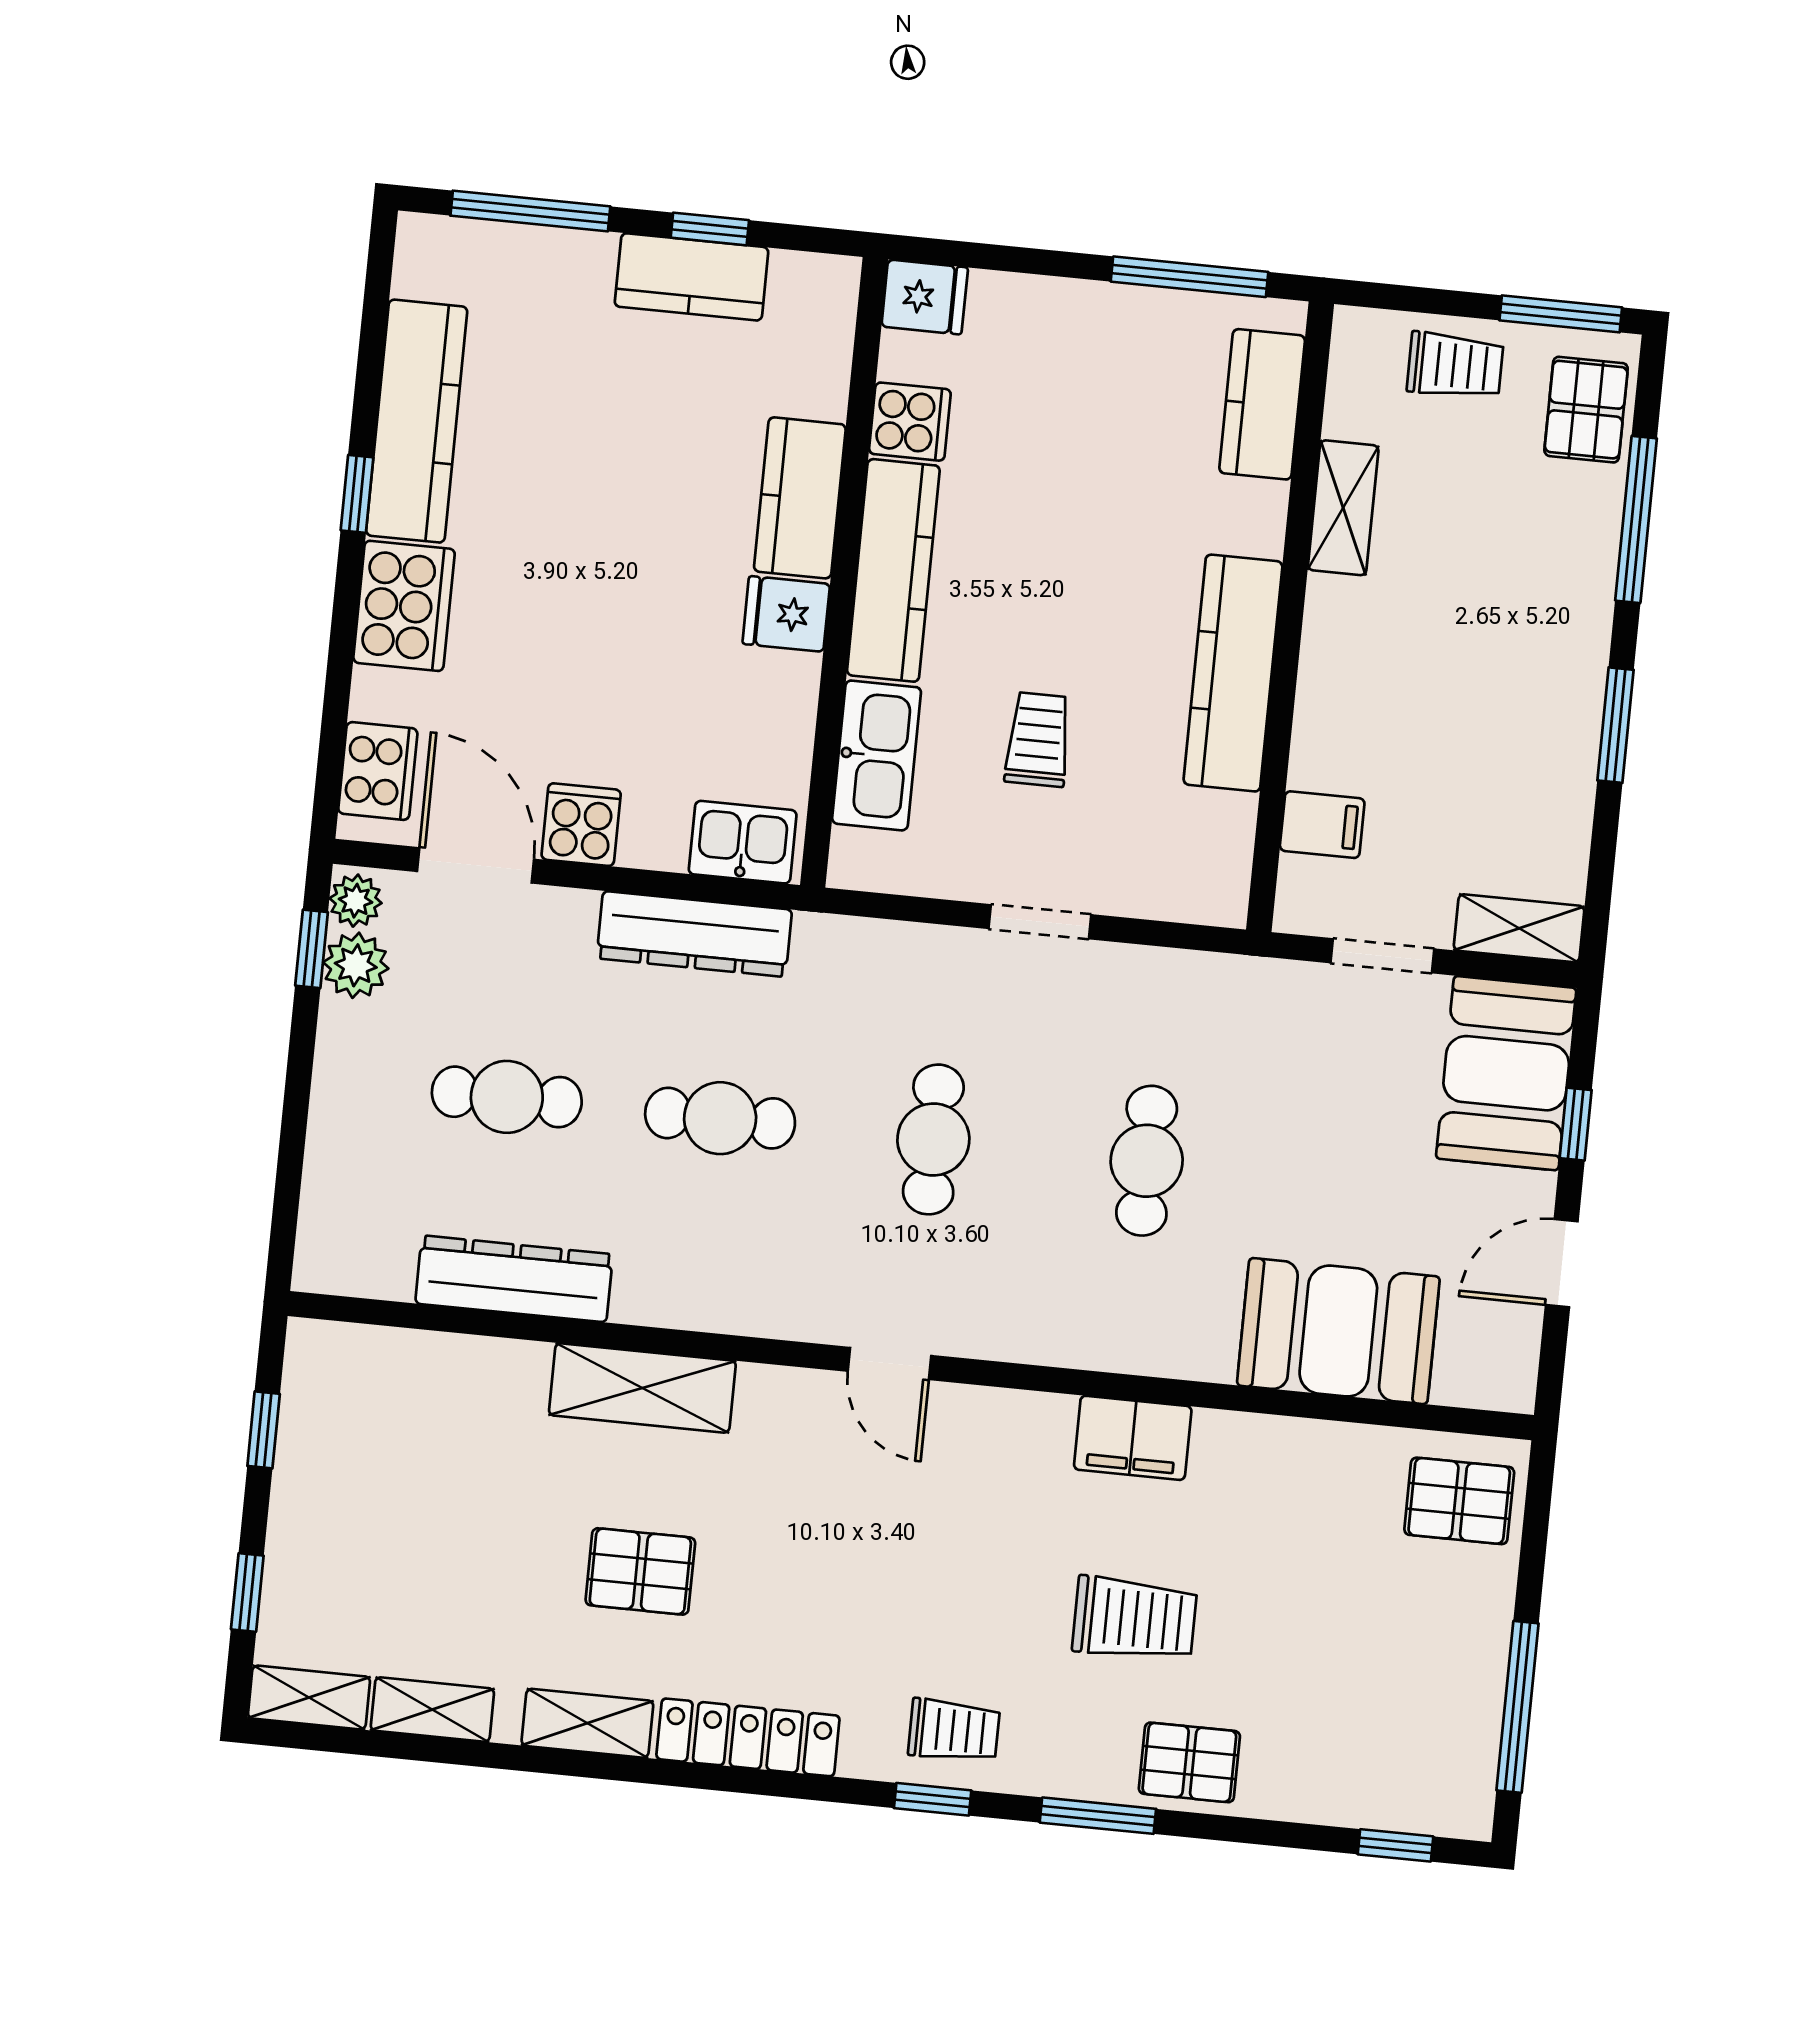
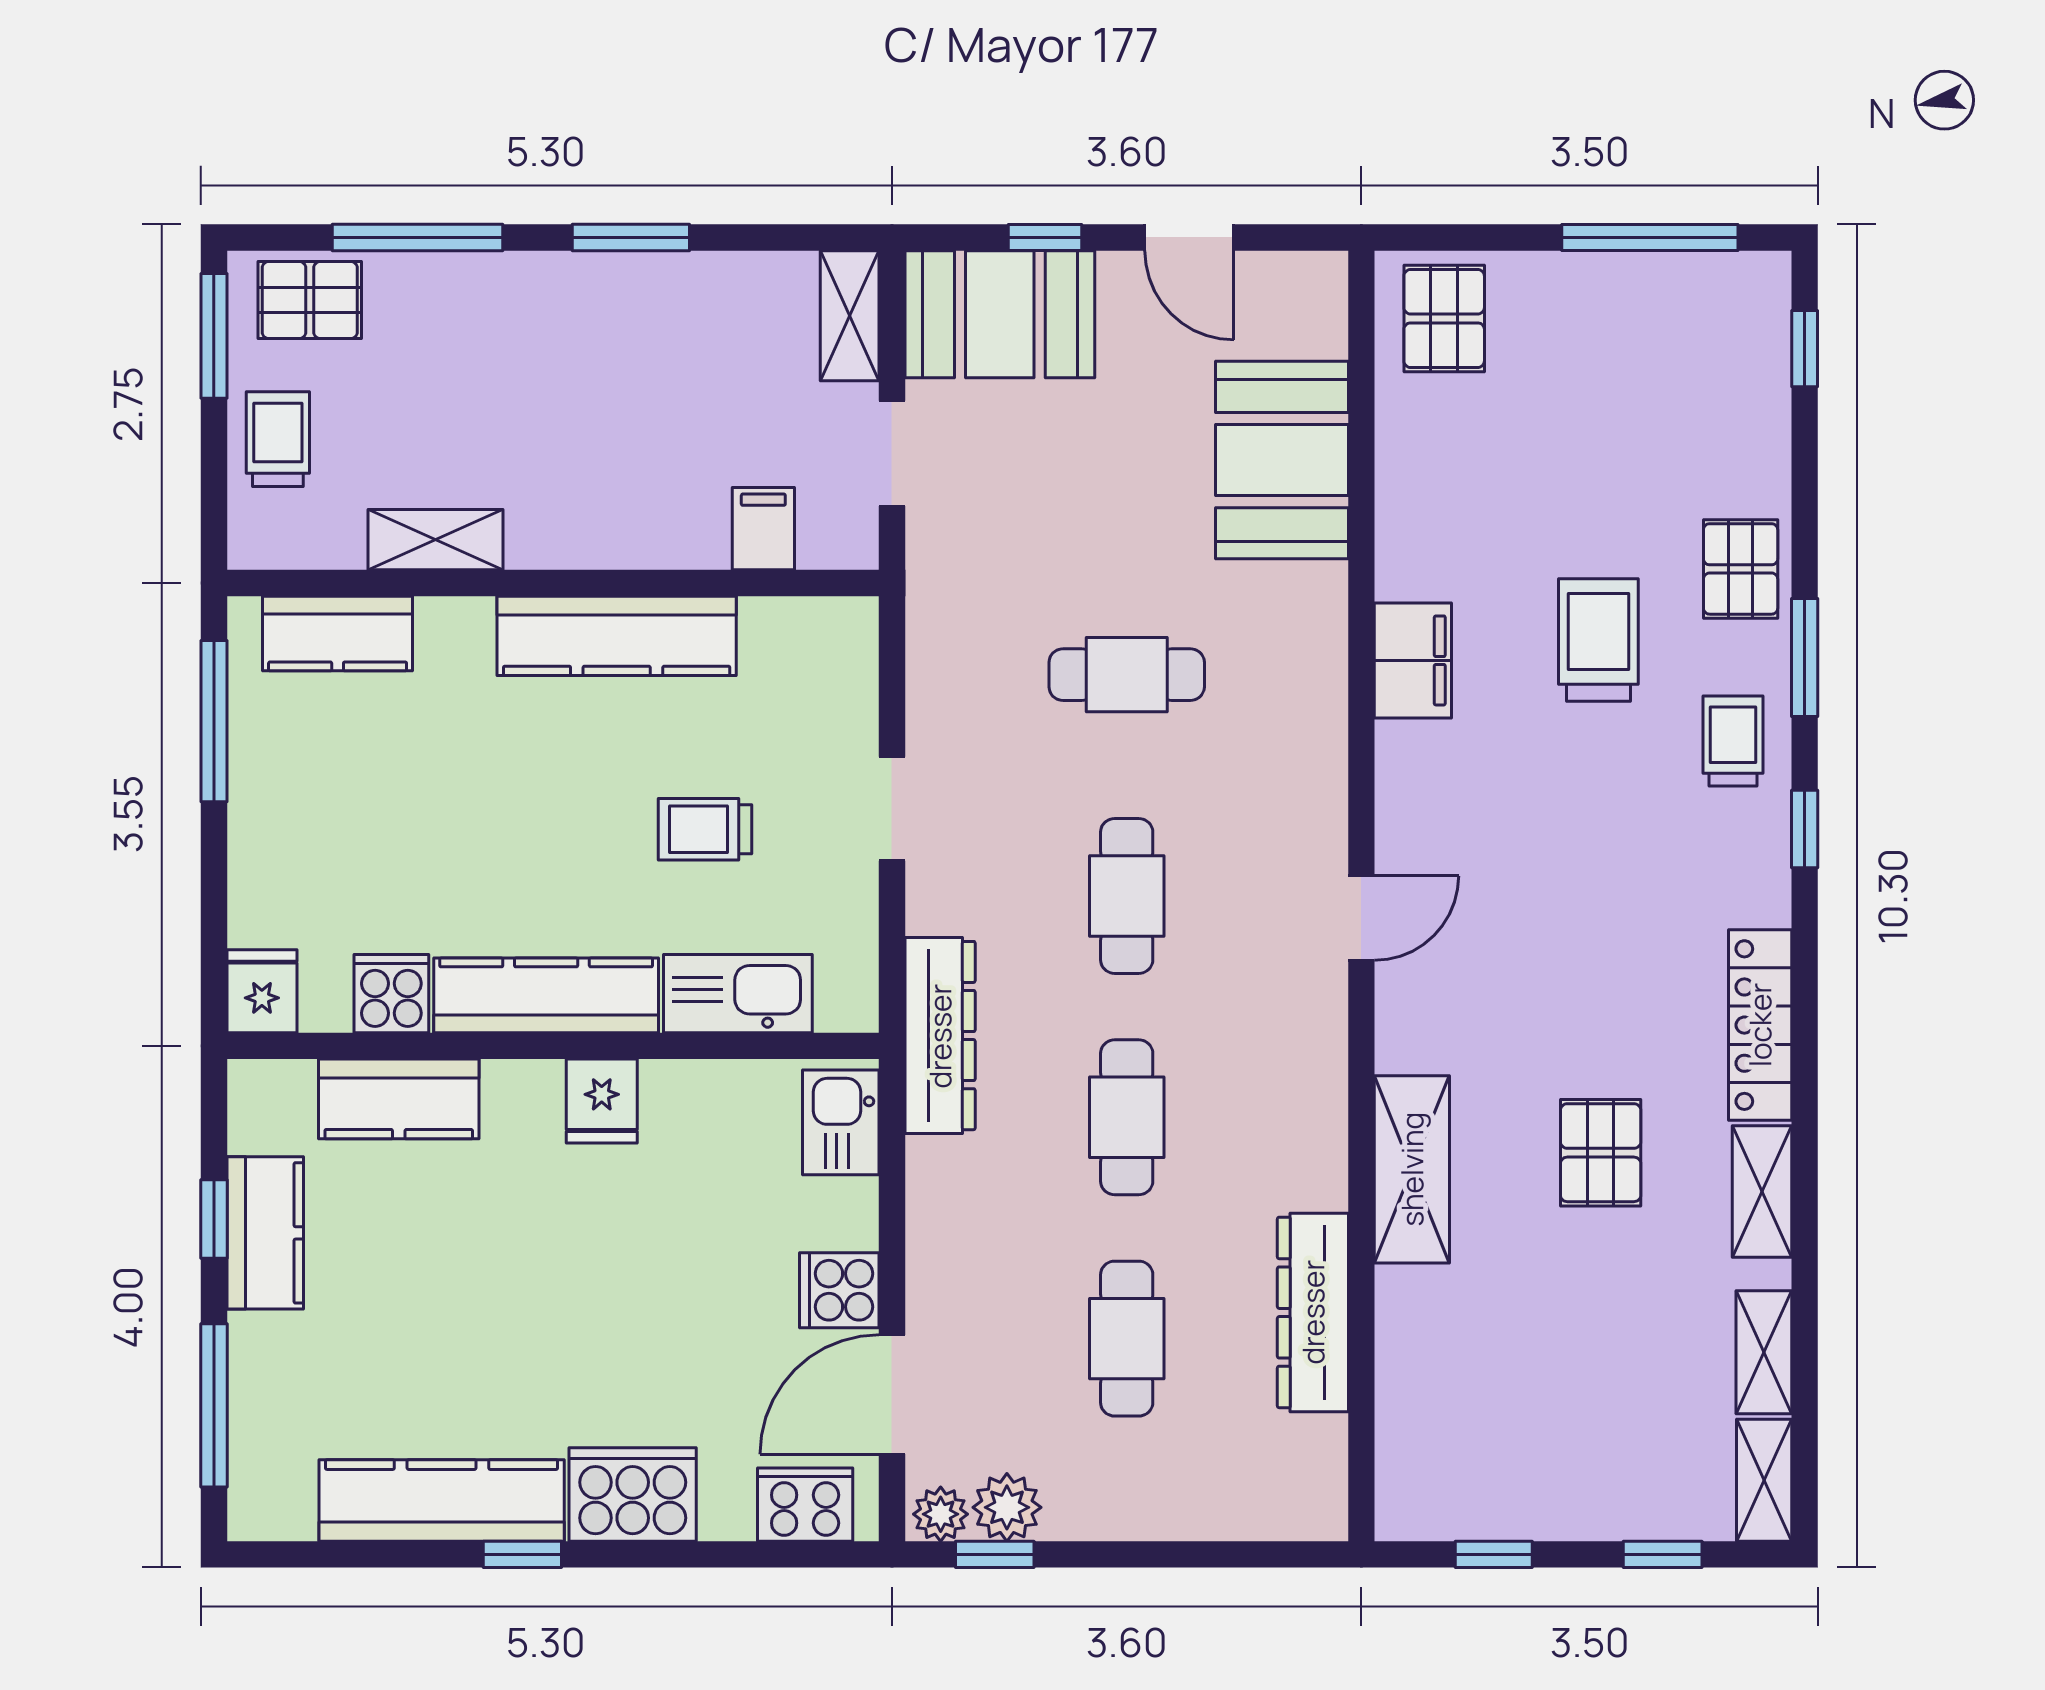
kitchen counter: (800, 498) -> (399, 1099), moved
dresser: (694, 934) -> (940, 1036), moved
cafe table: (933, 1139) -> (1127, 896), turned 90
trolley: (954, 1730) -> (1733, 741), moved

